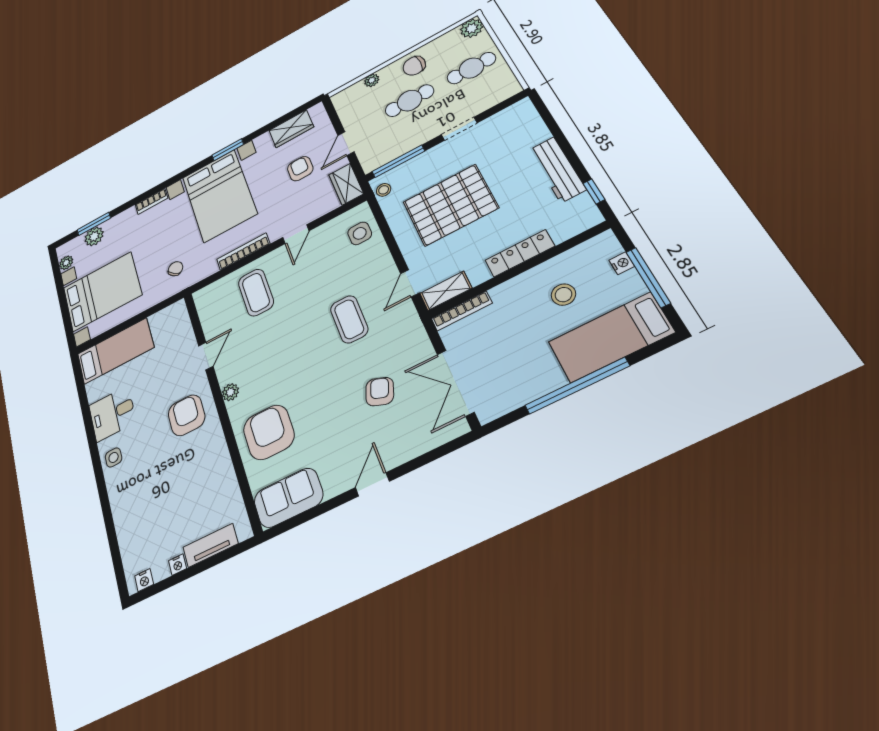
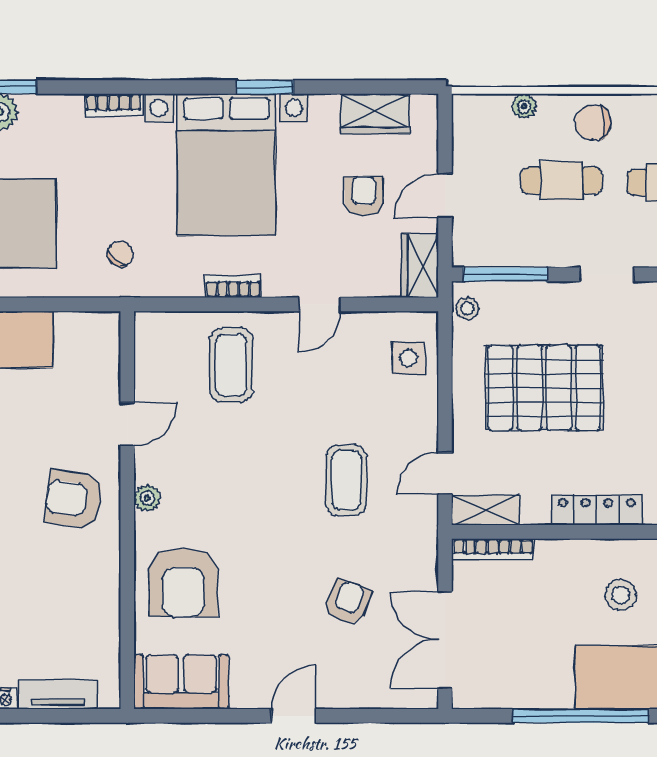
bookcase: (243, 251) -> (233, 287), width x0.64
armchair: (187, 415) -> (74, 499), turned -82
armchair: (269, 432) -> (183, 583), turned 180

